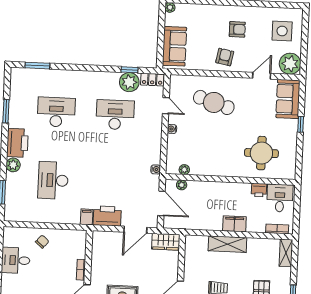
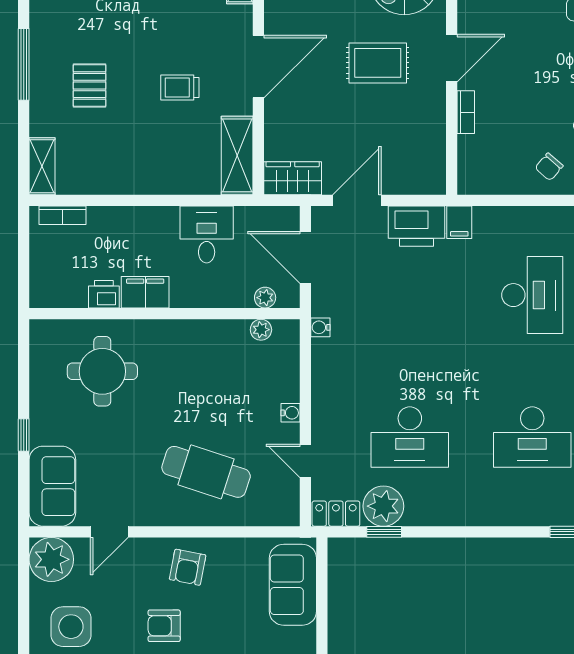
desk: (280, 198) -> (207, 234), moved, turned 180
filing cabinet: (234, 224) -> (145, 292), moved, turned 180
shelving: (227, 244) -> (237, 155), moved, turned 90

